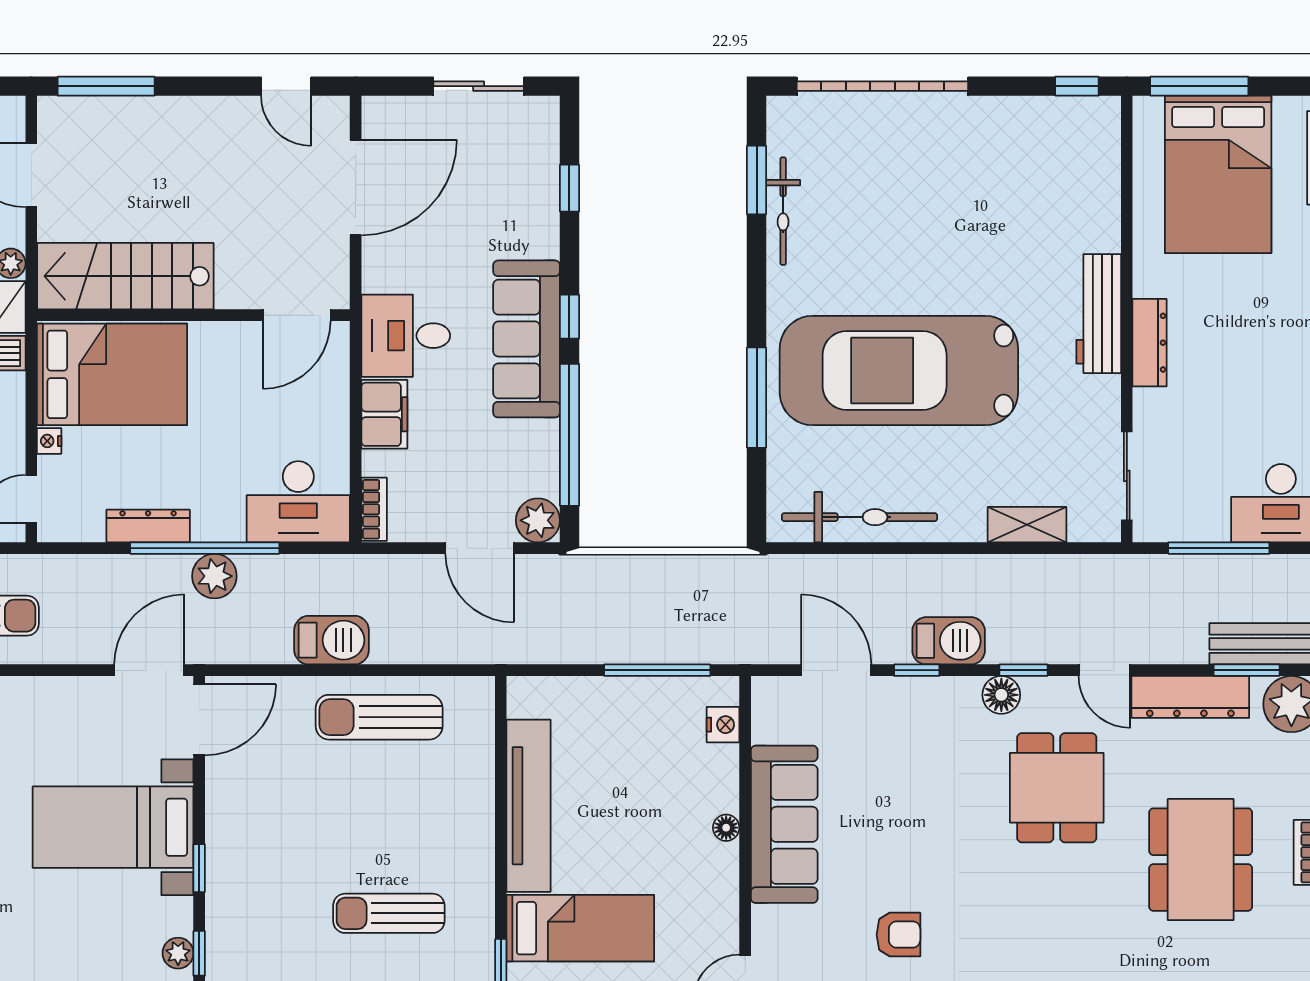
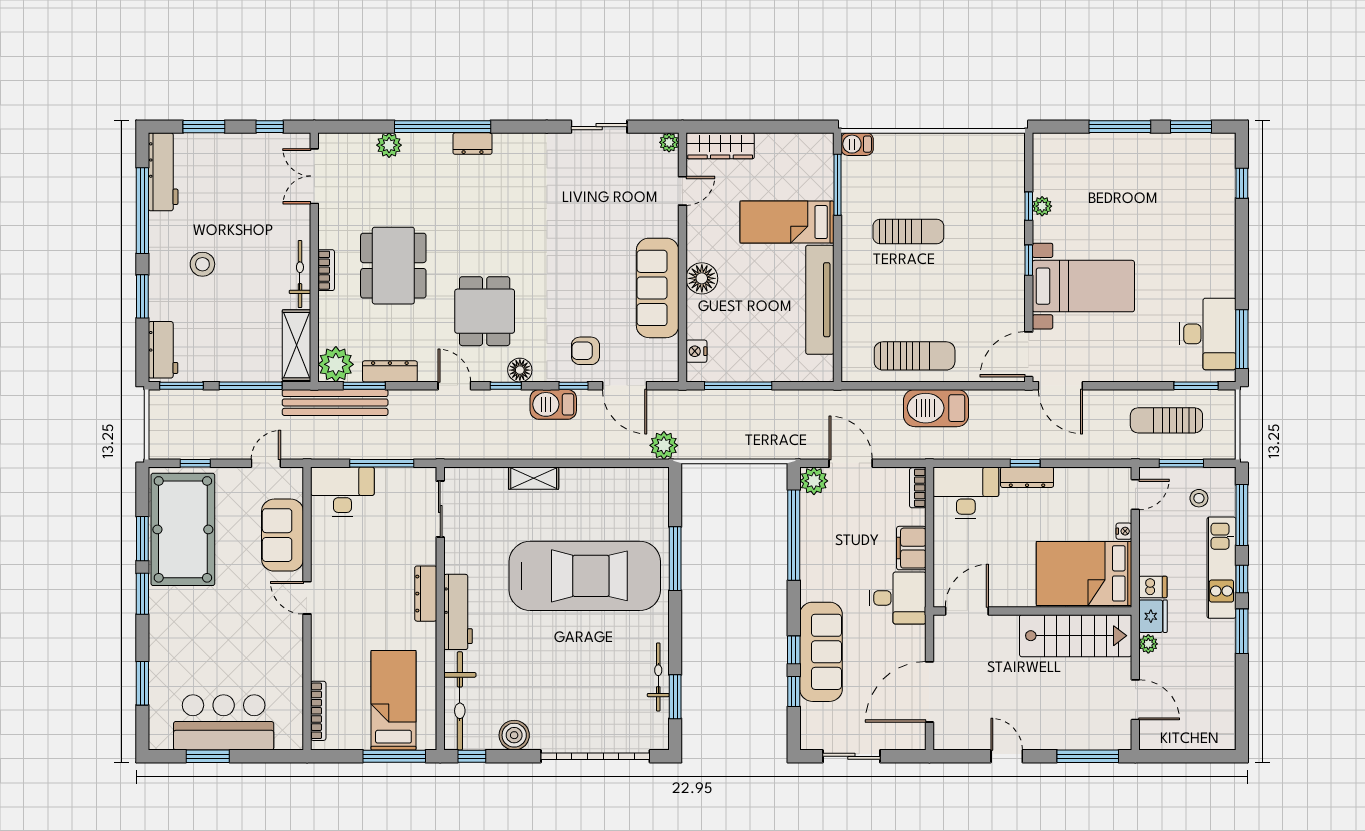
door: (286, 86) -> (1007, 756), moved
boiler: (1010, 119) -> (514, 735), added
bed: (1218, 174) -> (393, 700), width x0.67
window: (569, 317) -> (794, 650), moved
sofa: (527, 339) -> (821, 652), moved
bicycle: (860, 517) -> (460, 701), moved, turned -90
shelving: (1027, 525) -> (534, 478), moved
dresser: (148, 526) -> (1027, 477), moved
window: (205, 548) -> (1025, 463), width x0.32
plant: (214, 576) -> (664, 445), moved
barbecue: (332, 640) -> (936, 408), width x1.37, depth x1.21
door: (149, 670) -> (1060, 386), hinge flipped
dresser: (1190, 697) -> (390, 371), width x0.73, depth x0.80
floor lamp: (726, 828) -> (702, 278), width x1.89, depth x1.89
armchair: (898, 935) -> (585, 351), moved

